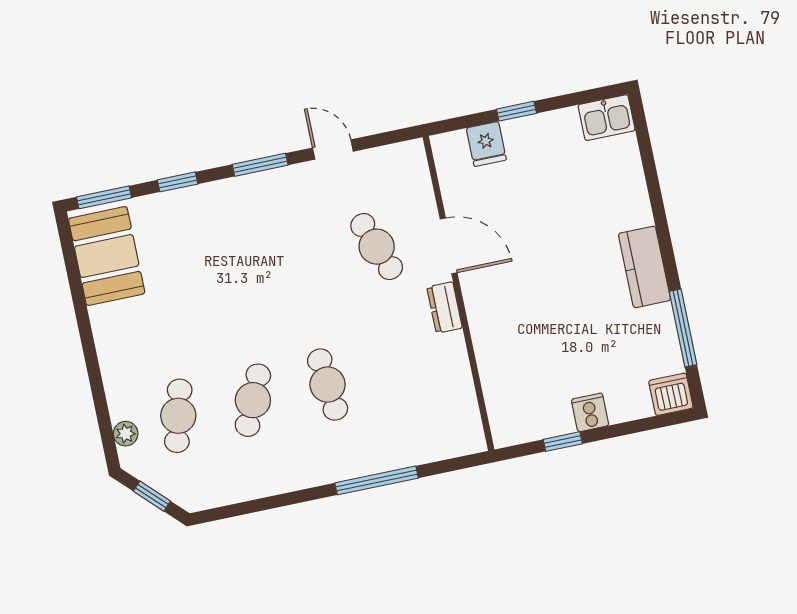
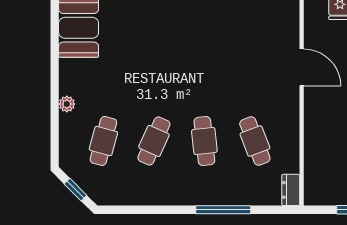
cafe table: (377, 247) -> (255, 141), moved
dresser: (445, 308) -> (291, 190), moved
plant: (126, 434) -> (67, 104), moved

